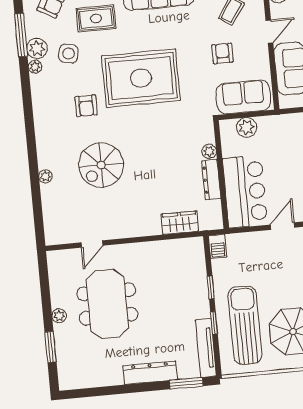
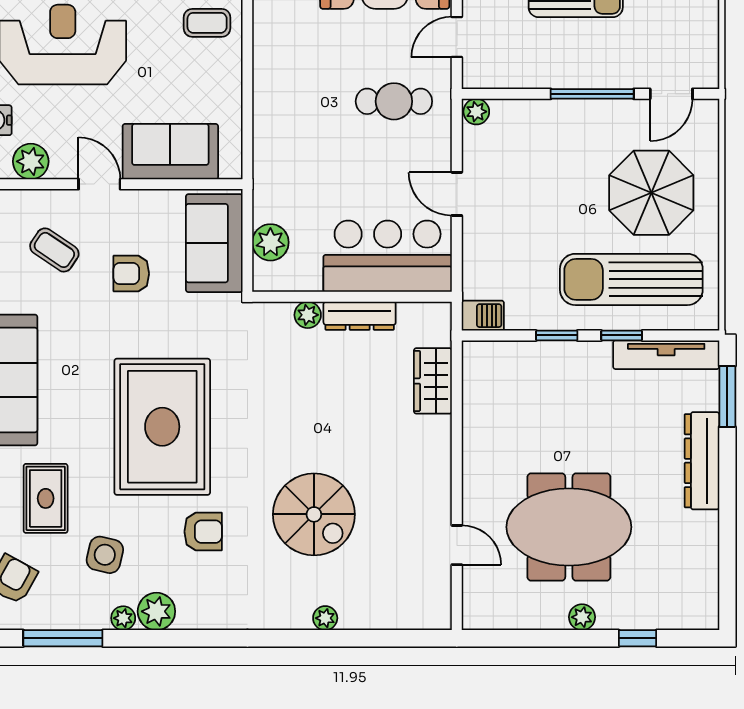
plant: (37, 48) -> (156, 611), moved
window: (51, 347) -> (638, 638), width x0.67

